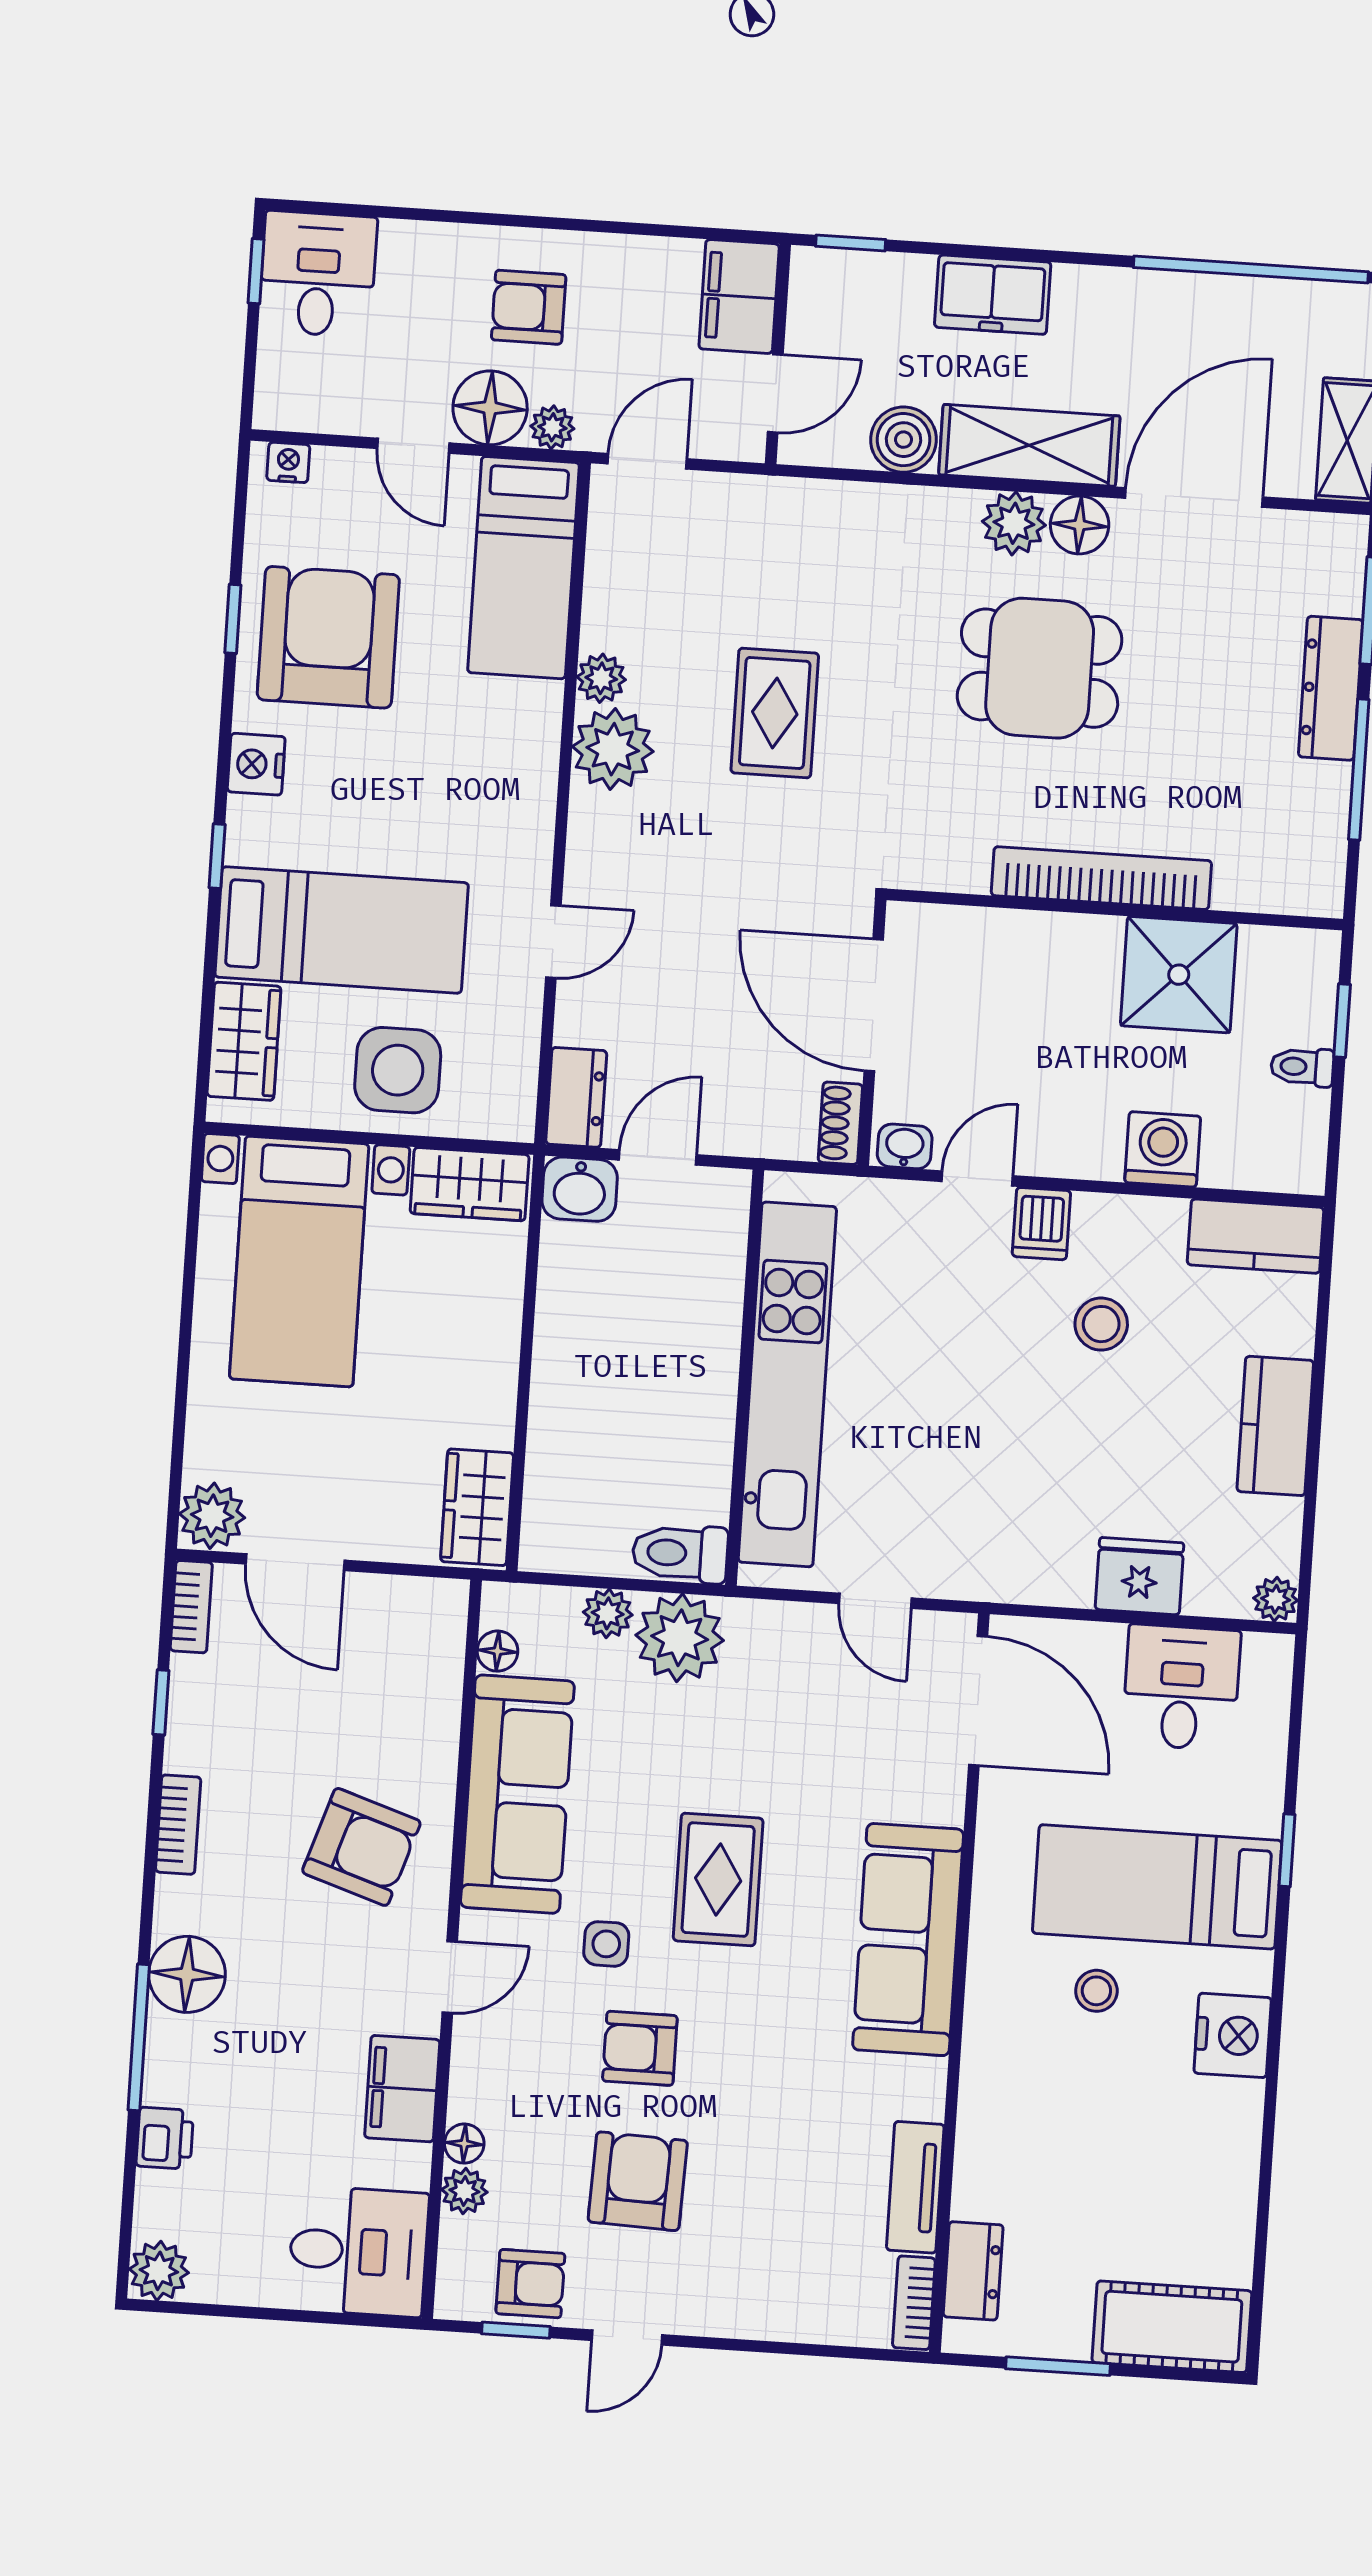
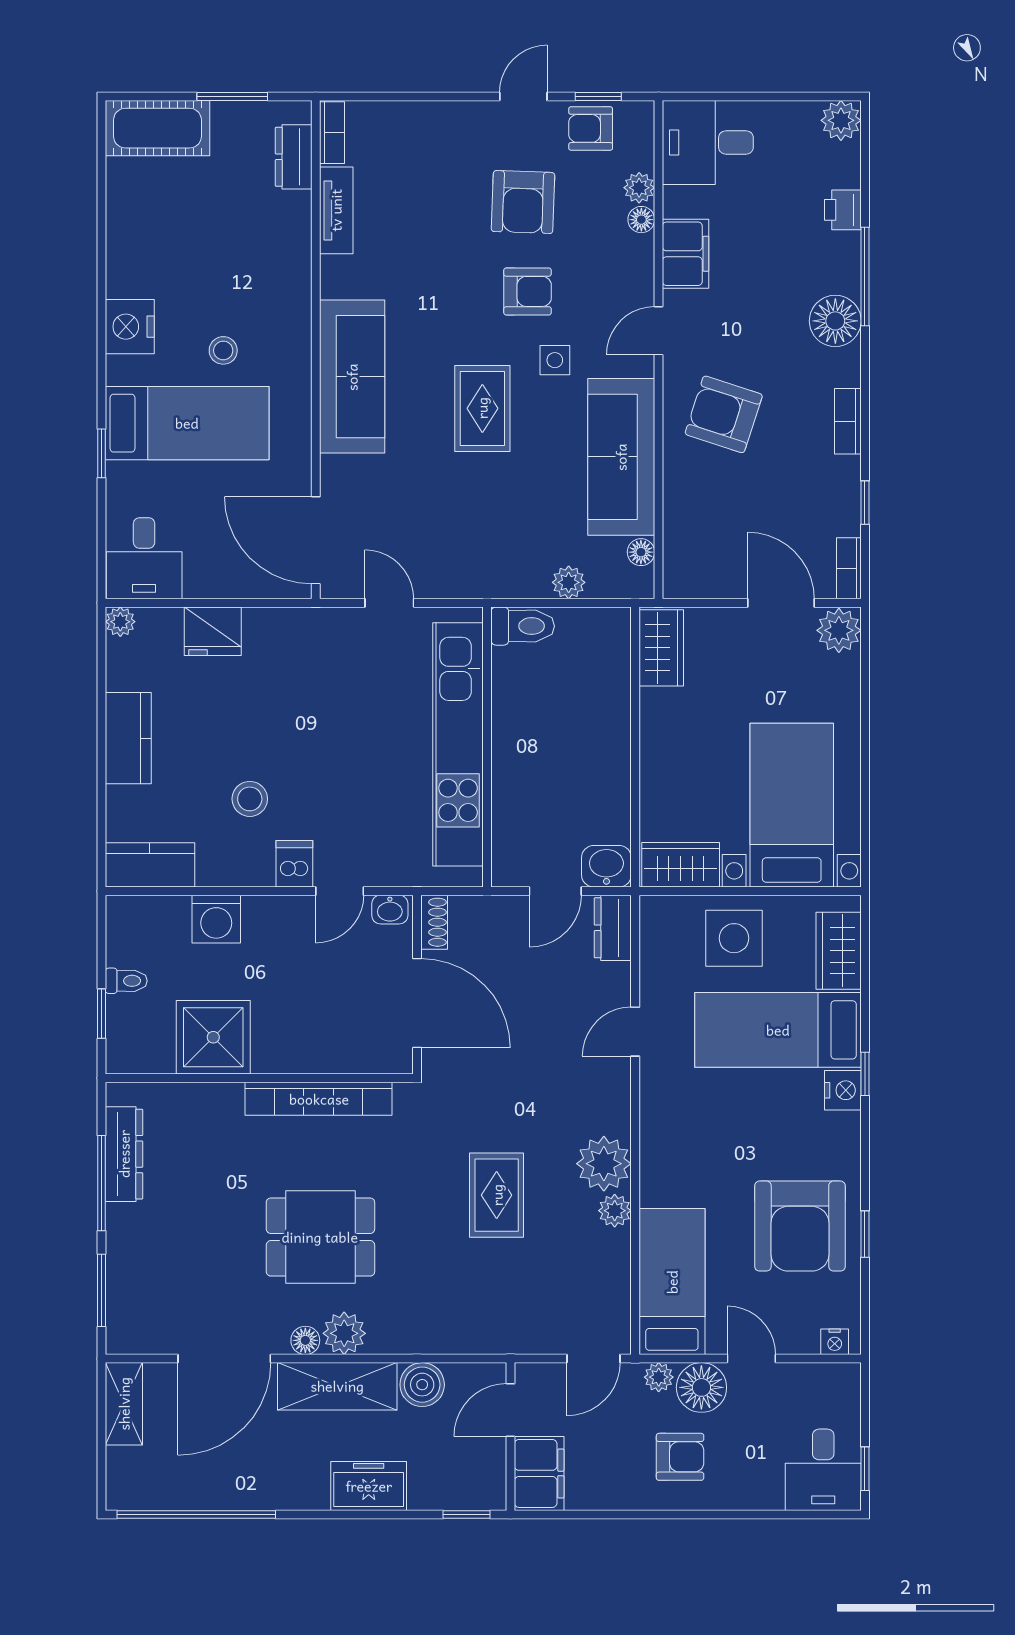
floor lamp: (1080, 525) -> (305, 1340), width x0.73, depth x0.73
dresser: (1331, 688) -> (124, 1154), moved
nightstand: (256, 764) -> (843, 1090), moved
bookcase: (1101, 878) -> (319, 1099), moved
plant: (680, 1638) -> (519, 569), removed
desk: (1181, 1687) -> (144, 558), moved

